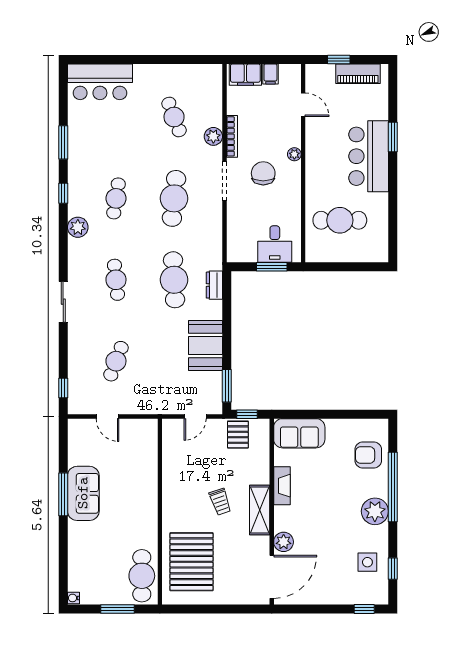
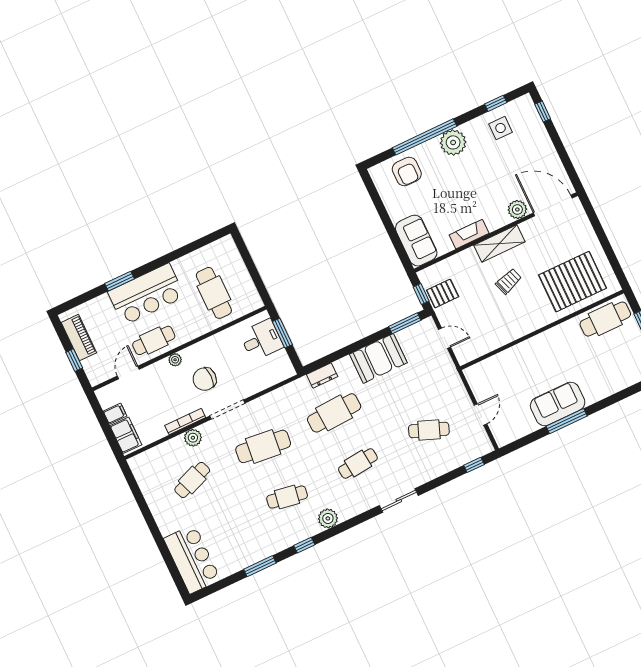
cafe table: (322, 143) -> (154, 340), added

